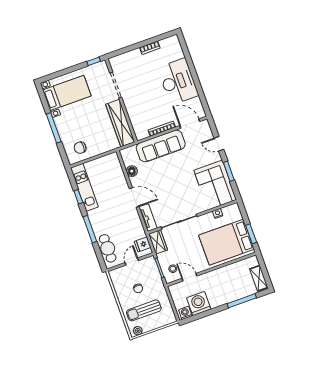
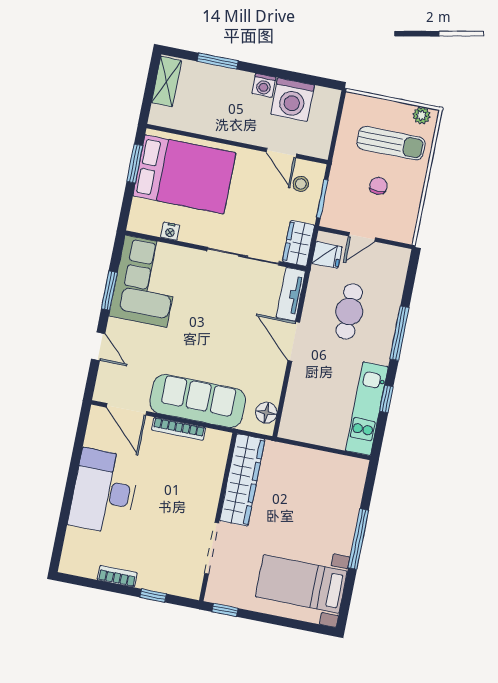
window: (129, 49) -> (153, 596), added
chair: (80, 148) -> (334, 479), removed
floor lamp: (132, 171) -> (266, 413), moved
cafe table: (108, 248) -> (349, 312), moved
window: (242, 301) -> (218, 61), width x0.69
washing machine: (185, 313) -> (264, 85), moved

